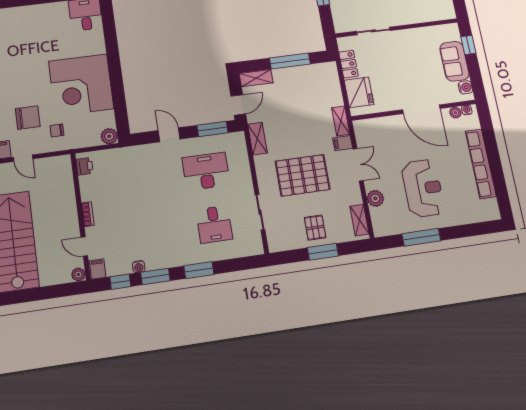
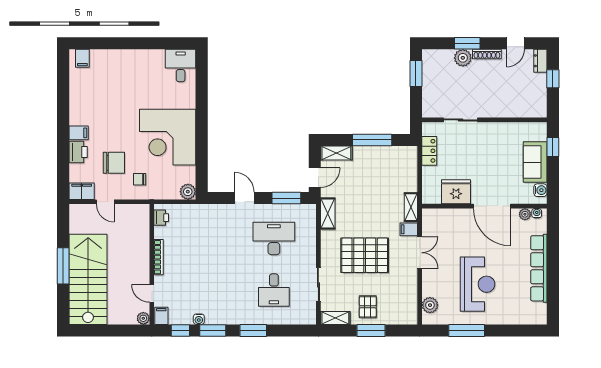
fridge: (359, 92) -> (456, 192), moved, turned -90
plant: (375, 198) -> (430, 305), moved
bookcase: (88, 214) -> (159, 257), width x1.56
shelving: (359, 220) -> (335, 318), moved, turned 90

